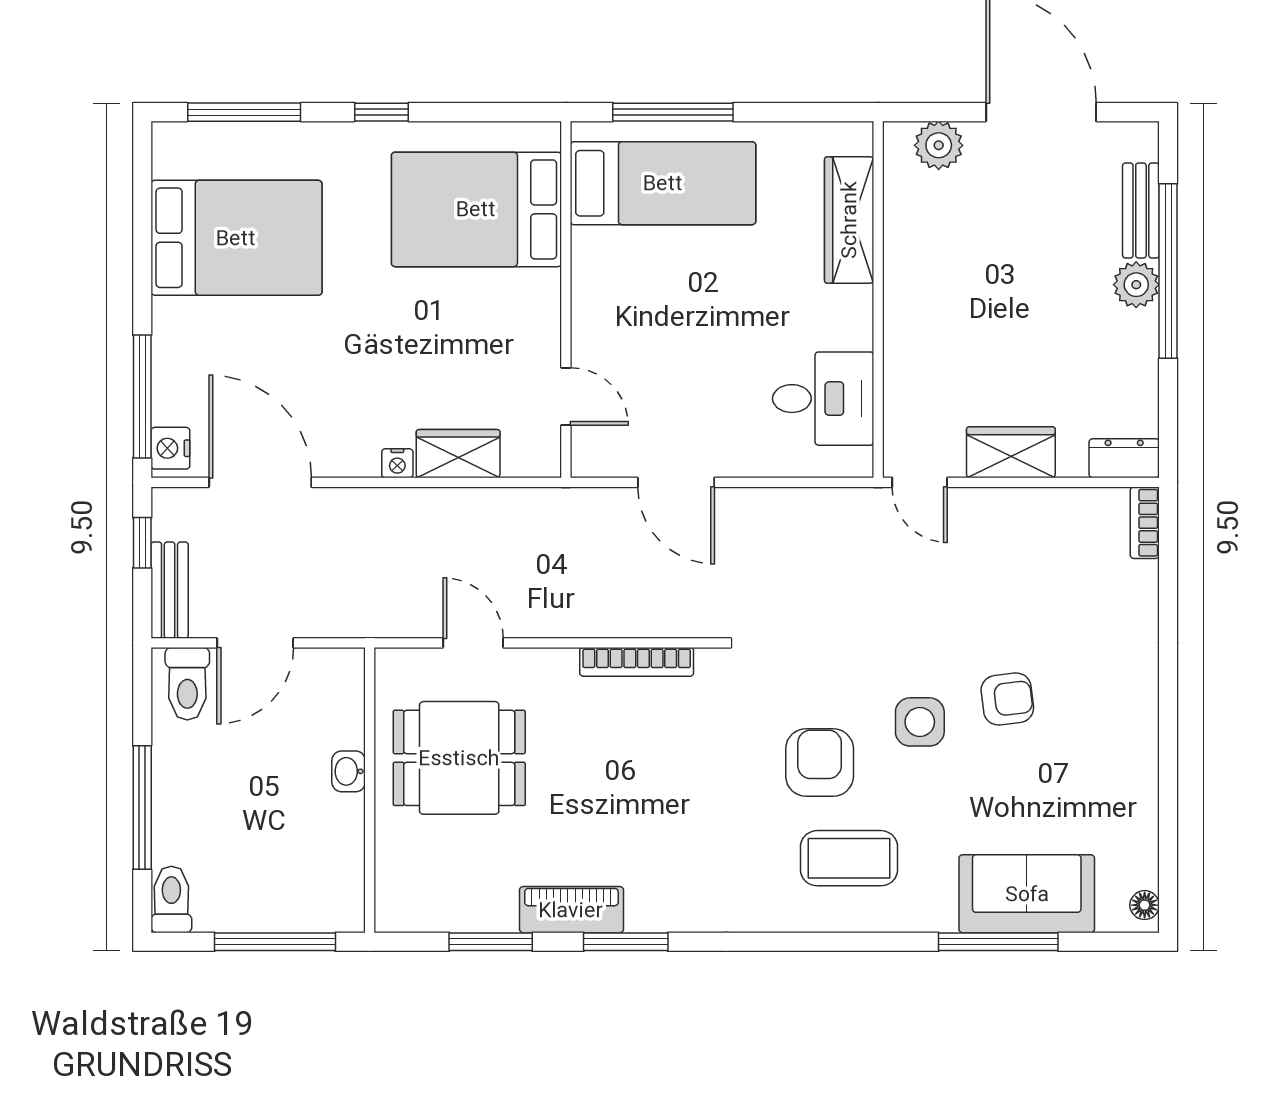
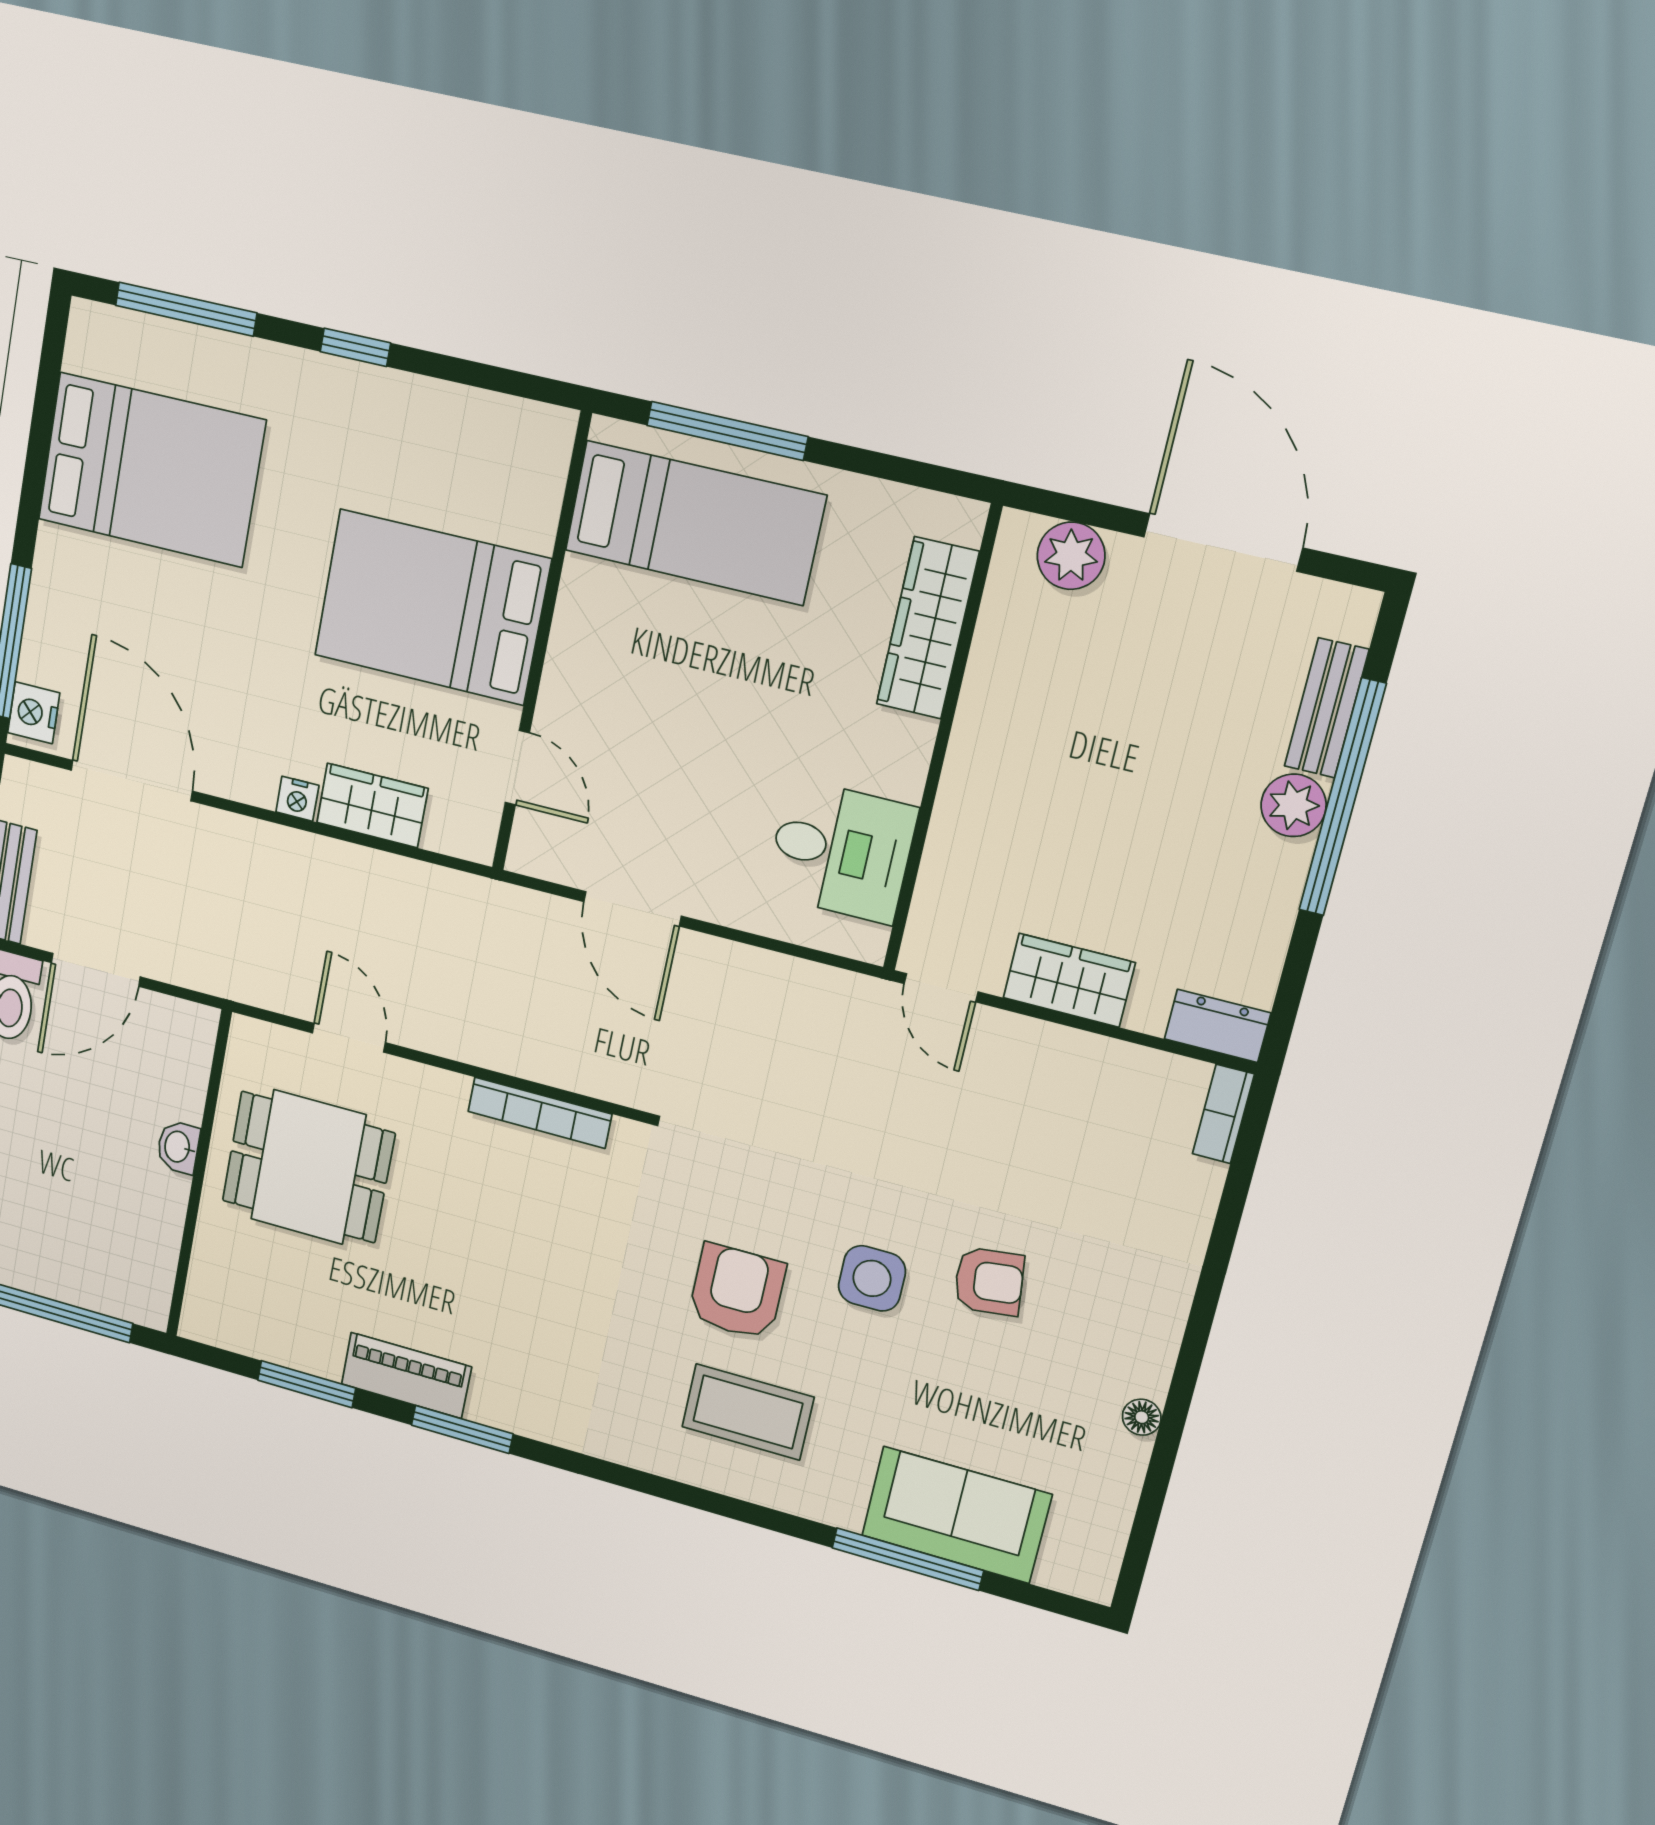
bed: (476, 209) -> (432, 607), moved
floor lamp: (1145, 905) -> (1142, 1417), moved

